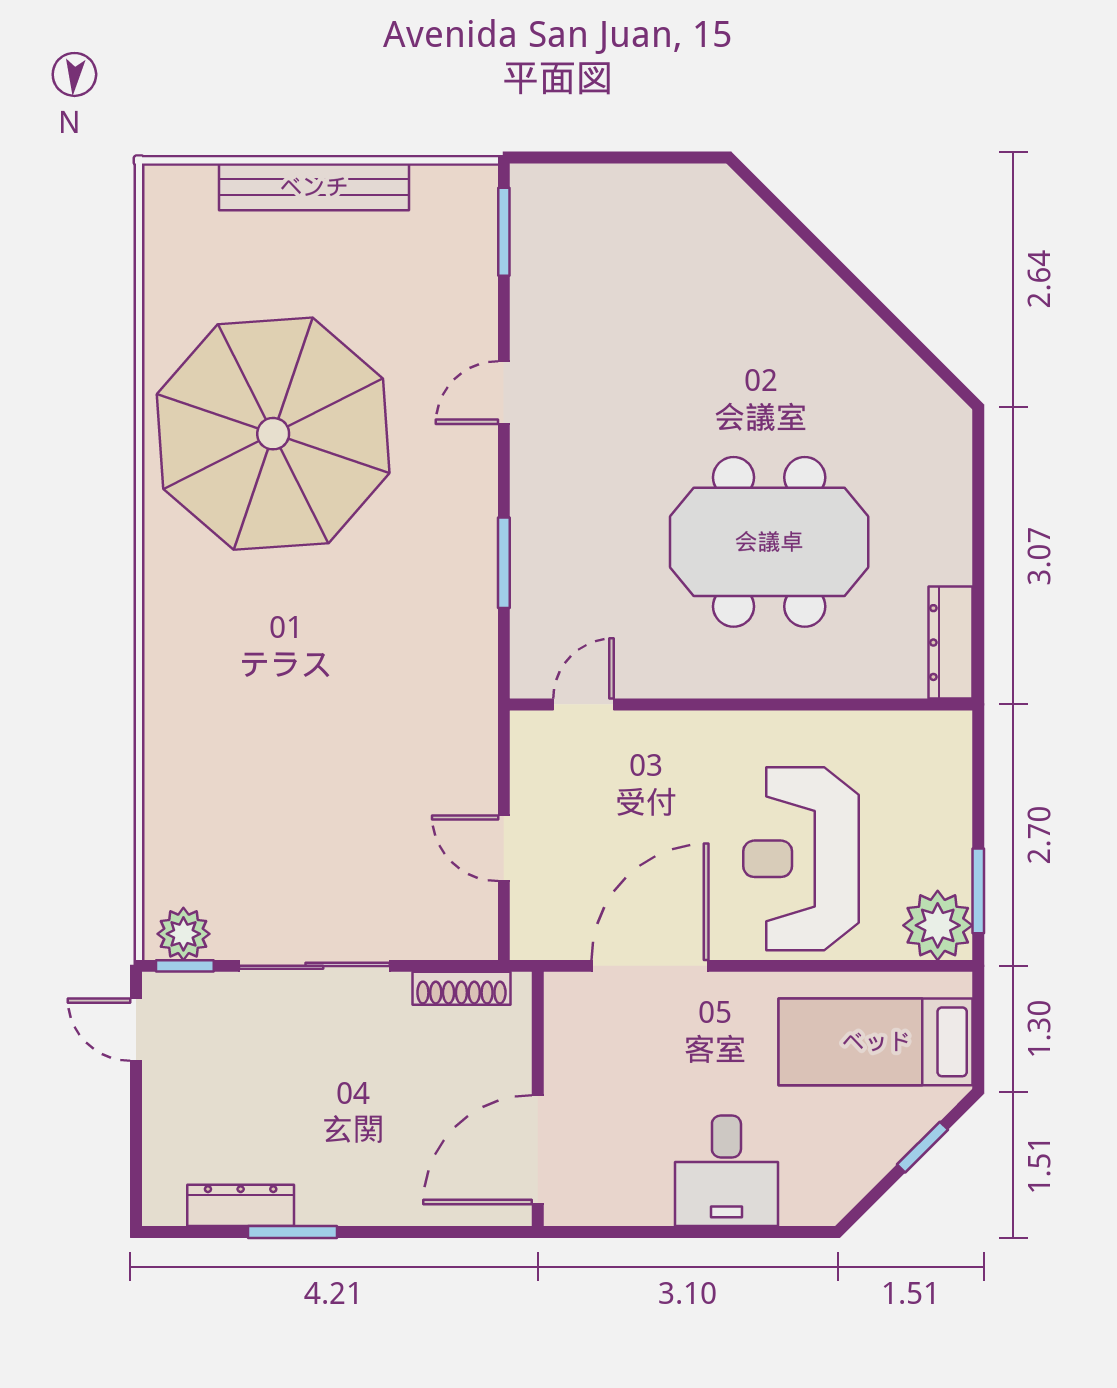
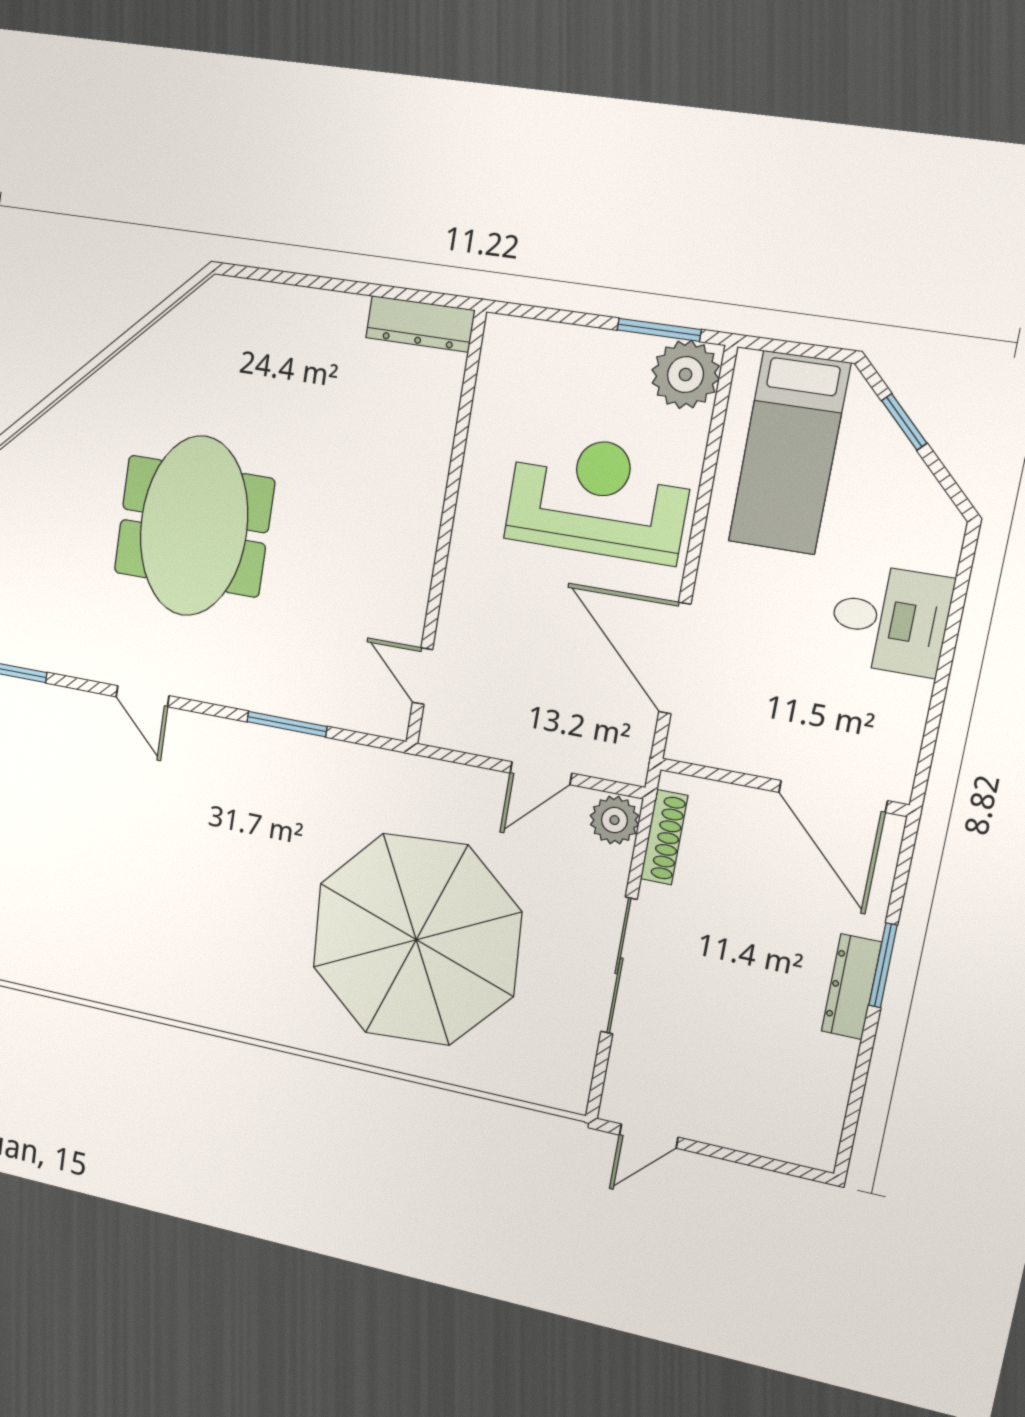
parasol: (273, 434) -> (416, 940), moved
meeting table: (769, 542) -> (194, 526), moved
reception desk: (801, 859) -> (598, 498), turned 180
plant: (183, 934) -> (614, 820), moved
window: (185, 966) -> (598, 1080), removed
dresser: (241, 1205) -> (851, 987), moved
window: (293, 1232) -> (883, 965), moved

